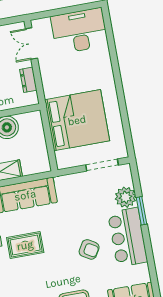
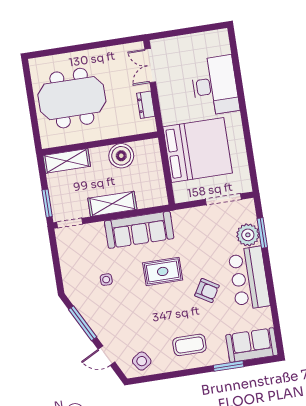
desk: (79, 31) -> (215, 86), moved, turned 90
window: (142, 211) -> (262, 233), moved
rug: (25, 245) -> (163, 271), moved

